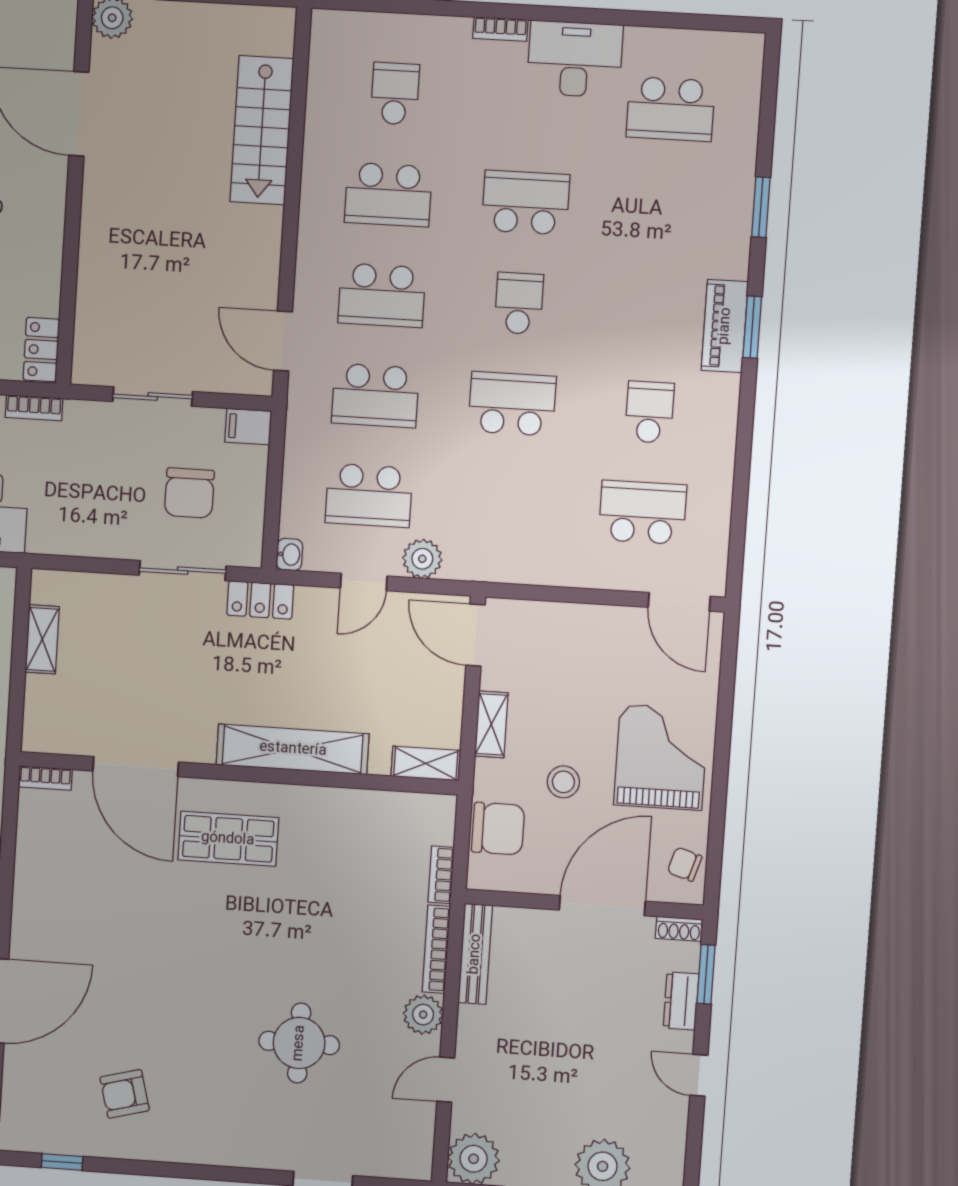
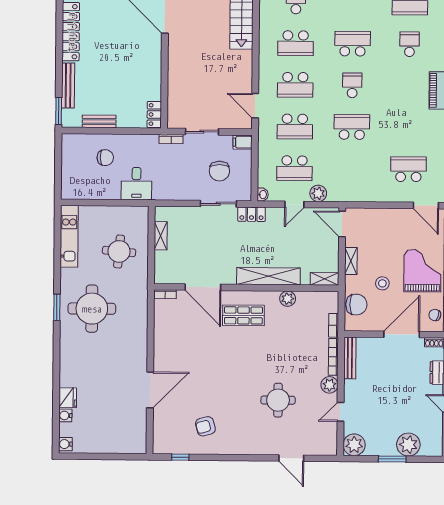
bookcase: (34, 408) -> (171, 139), moved
school desk: (649, 412) -> (410, 44), moved
plant: (335, 805) -> (288, 299), added

